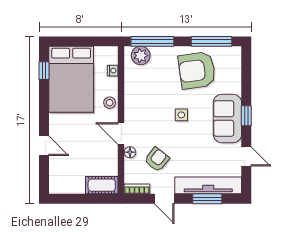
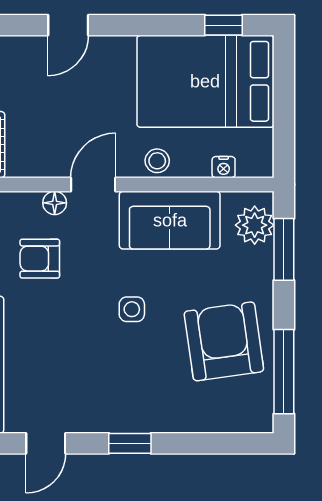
window: (152, 41) -> (284, 249), width x0.69
sofa: (227, 119) -> (170, 220), moved, turned 180
armchair: (157, 159) -> (40, 259), turned 142

